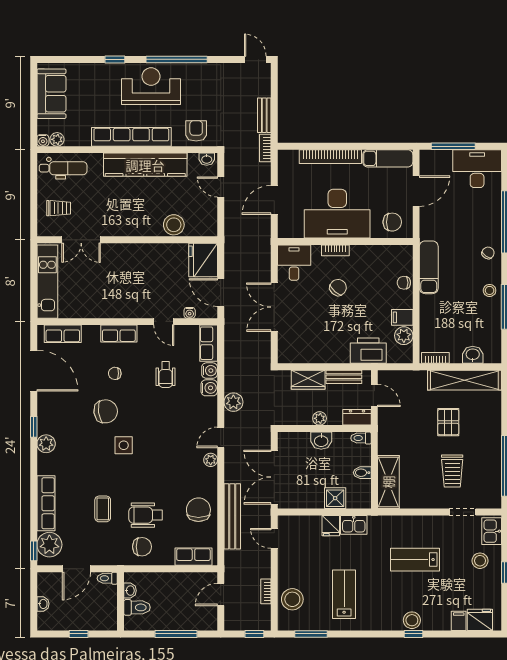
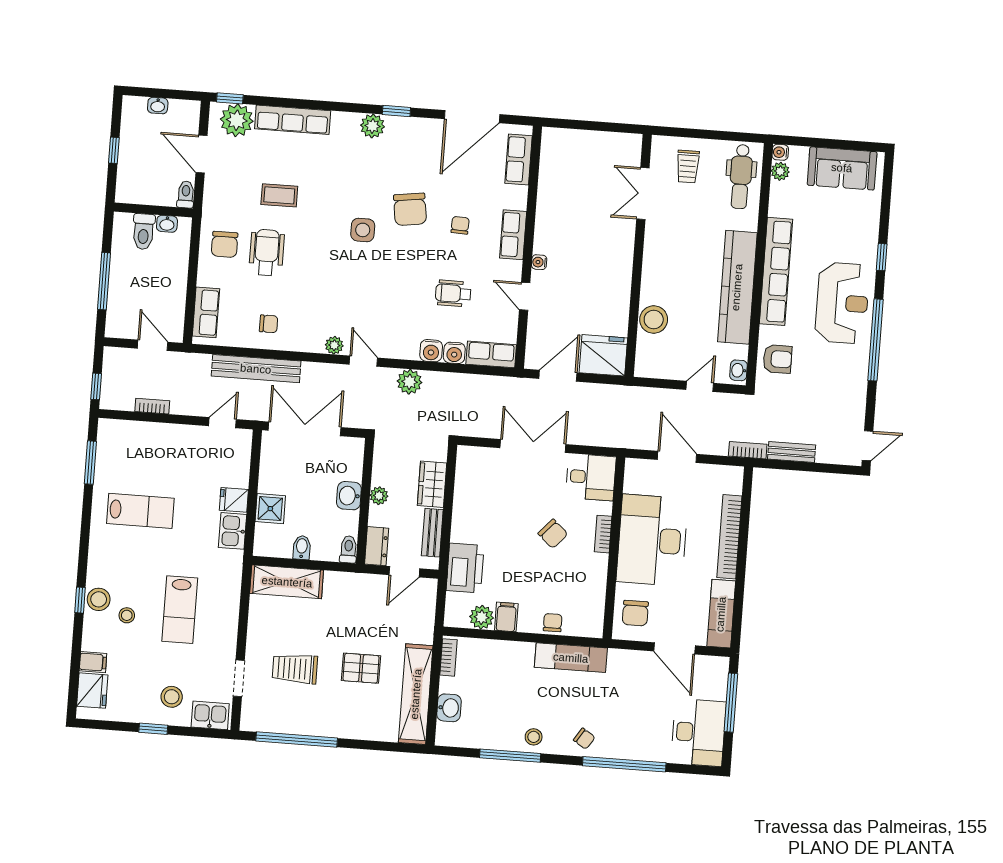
kitchen unit: (47, 282) -> (590, 144), removed
water cooler: (190, 313) -> (539, 262), moved
door: (164, 322) -> (525, 296), hinge flipped
chair: (198, 510) -> (269, 324), width x0.54, depth x0.54
lab bench: (415, 560) -> (180, 610), turned 180
stool: (292, 599) -> (127, 615), moved, width x0.53, depth x0.53

